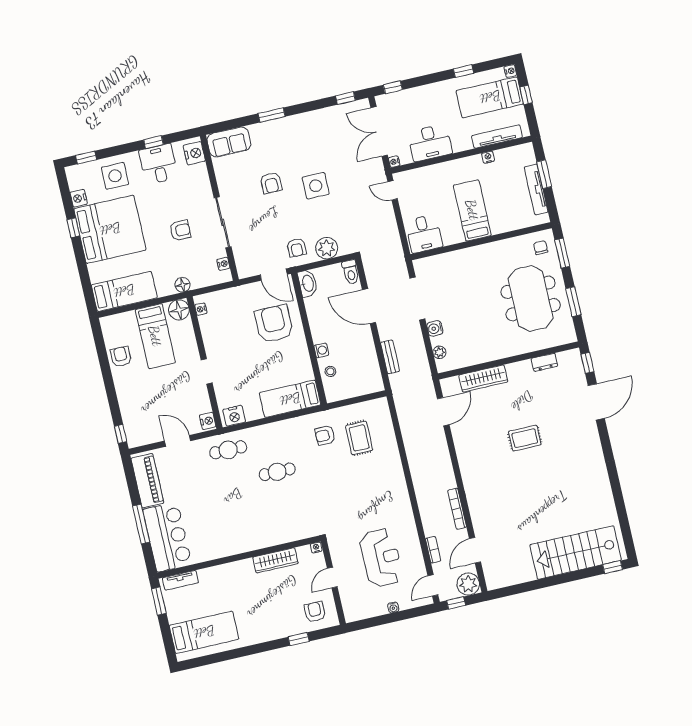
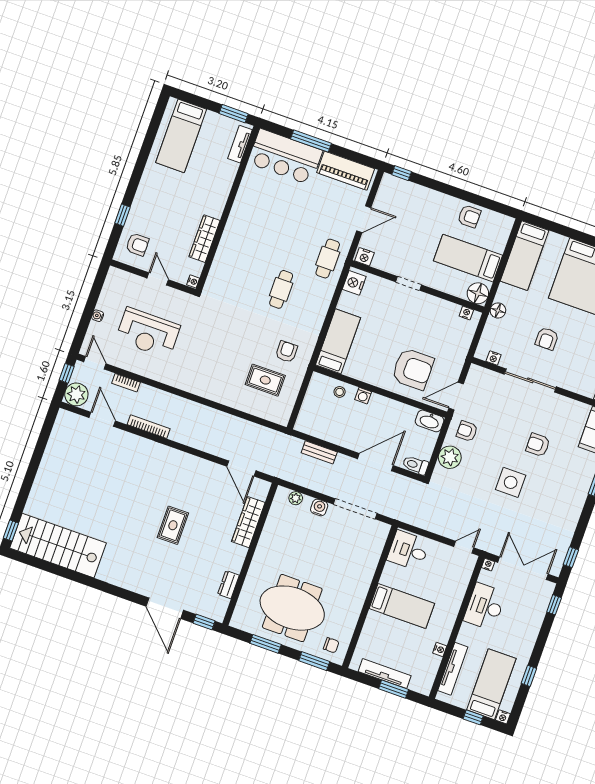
stairs: (576, 553) -> (58, 546), moved, turned -90

